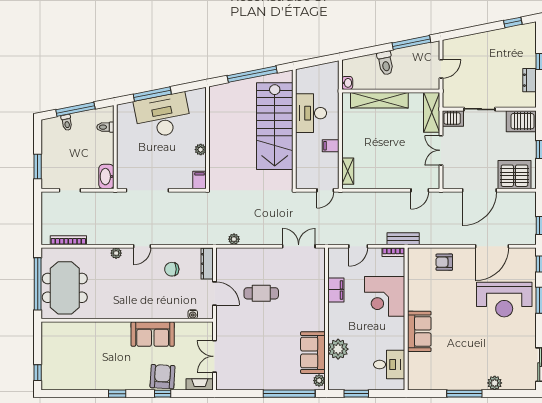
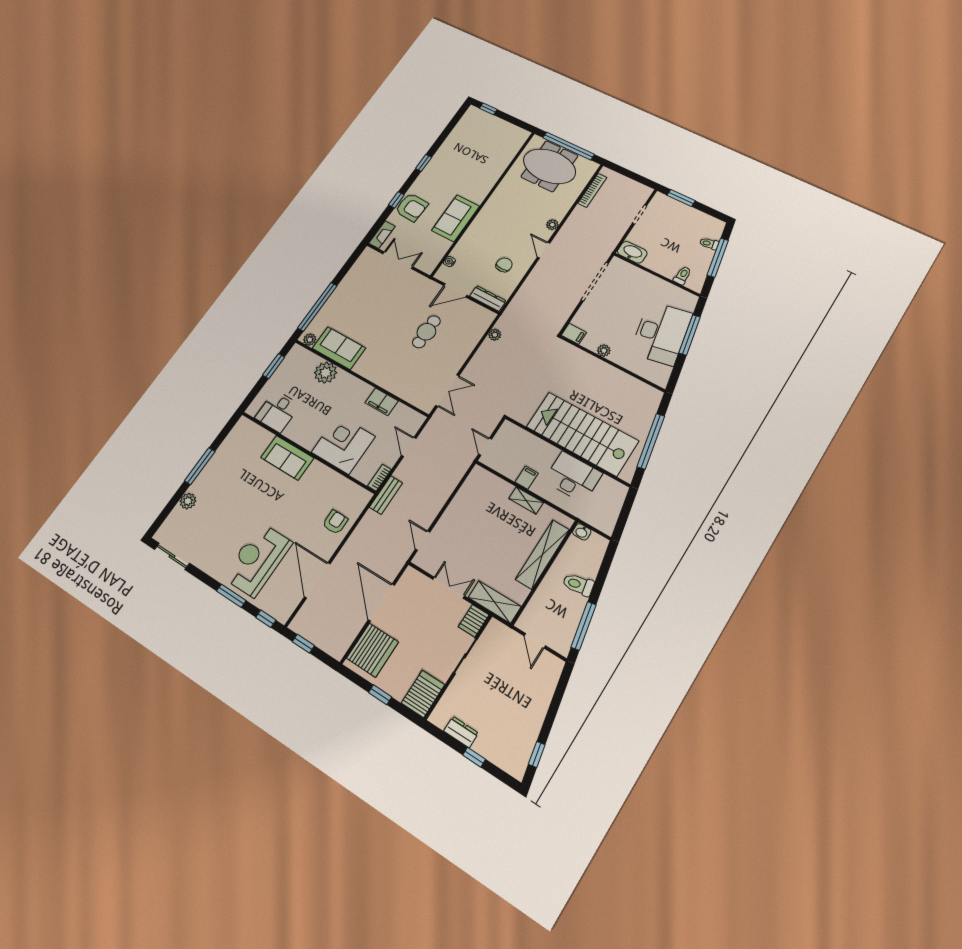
shelving: (348, 171) -> (526, 501), moved

